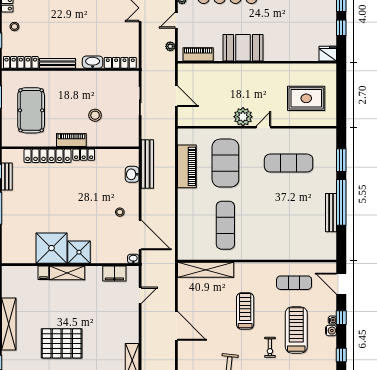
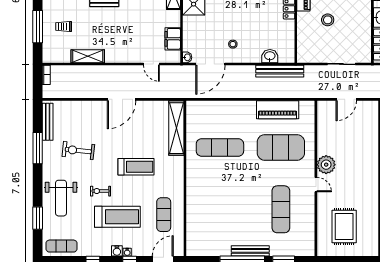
bench: (331, 213) -> (250, 251), moved

